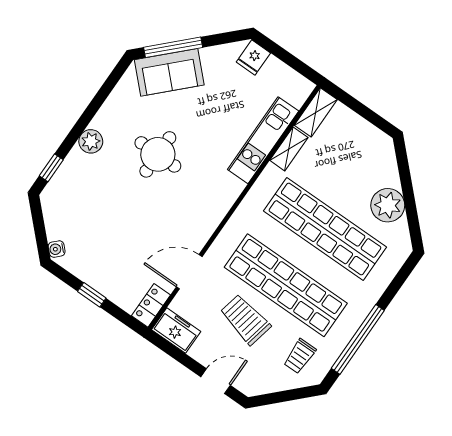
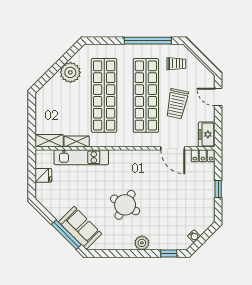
fridge: (253, 58) -> (43, 175), moved
round table: (158, 154) -> (125, 205), turned 30
water cooler: (57, 249) -> (194, 236), moved

